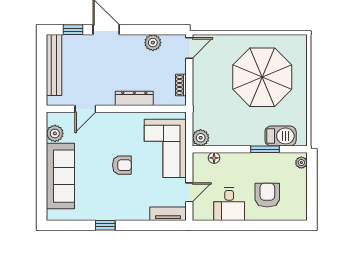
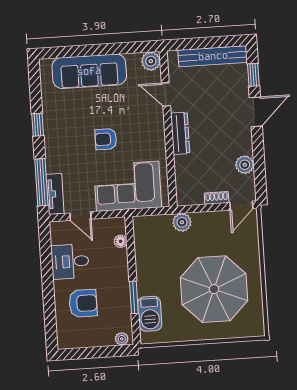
door: (189, 48) -> (241, 206), hinge flipped
shoe rack: (181, 85) -> (217, 198), moved
dresser: (134, 98) -> (180, 133), moved
plant: (55, 133) -> (151, 61), moved
plant: (201, 138) -> (182, 222), moved
armchair: (122, 165) -> (106, 139), turned 90
window: (157, 225) -> (41, 182), added

